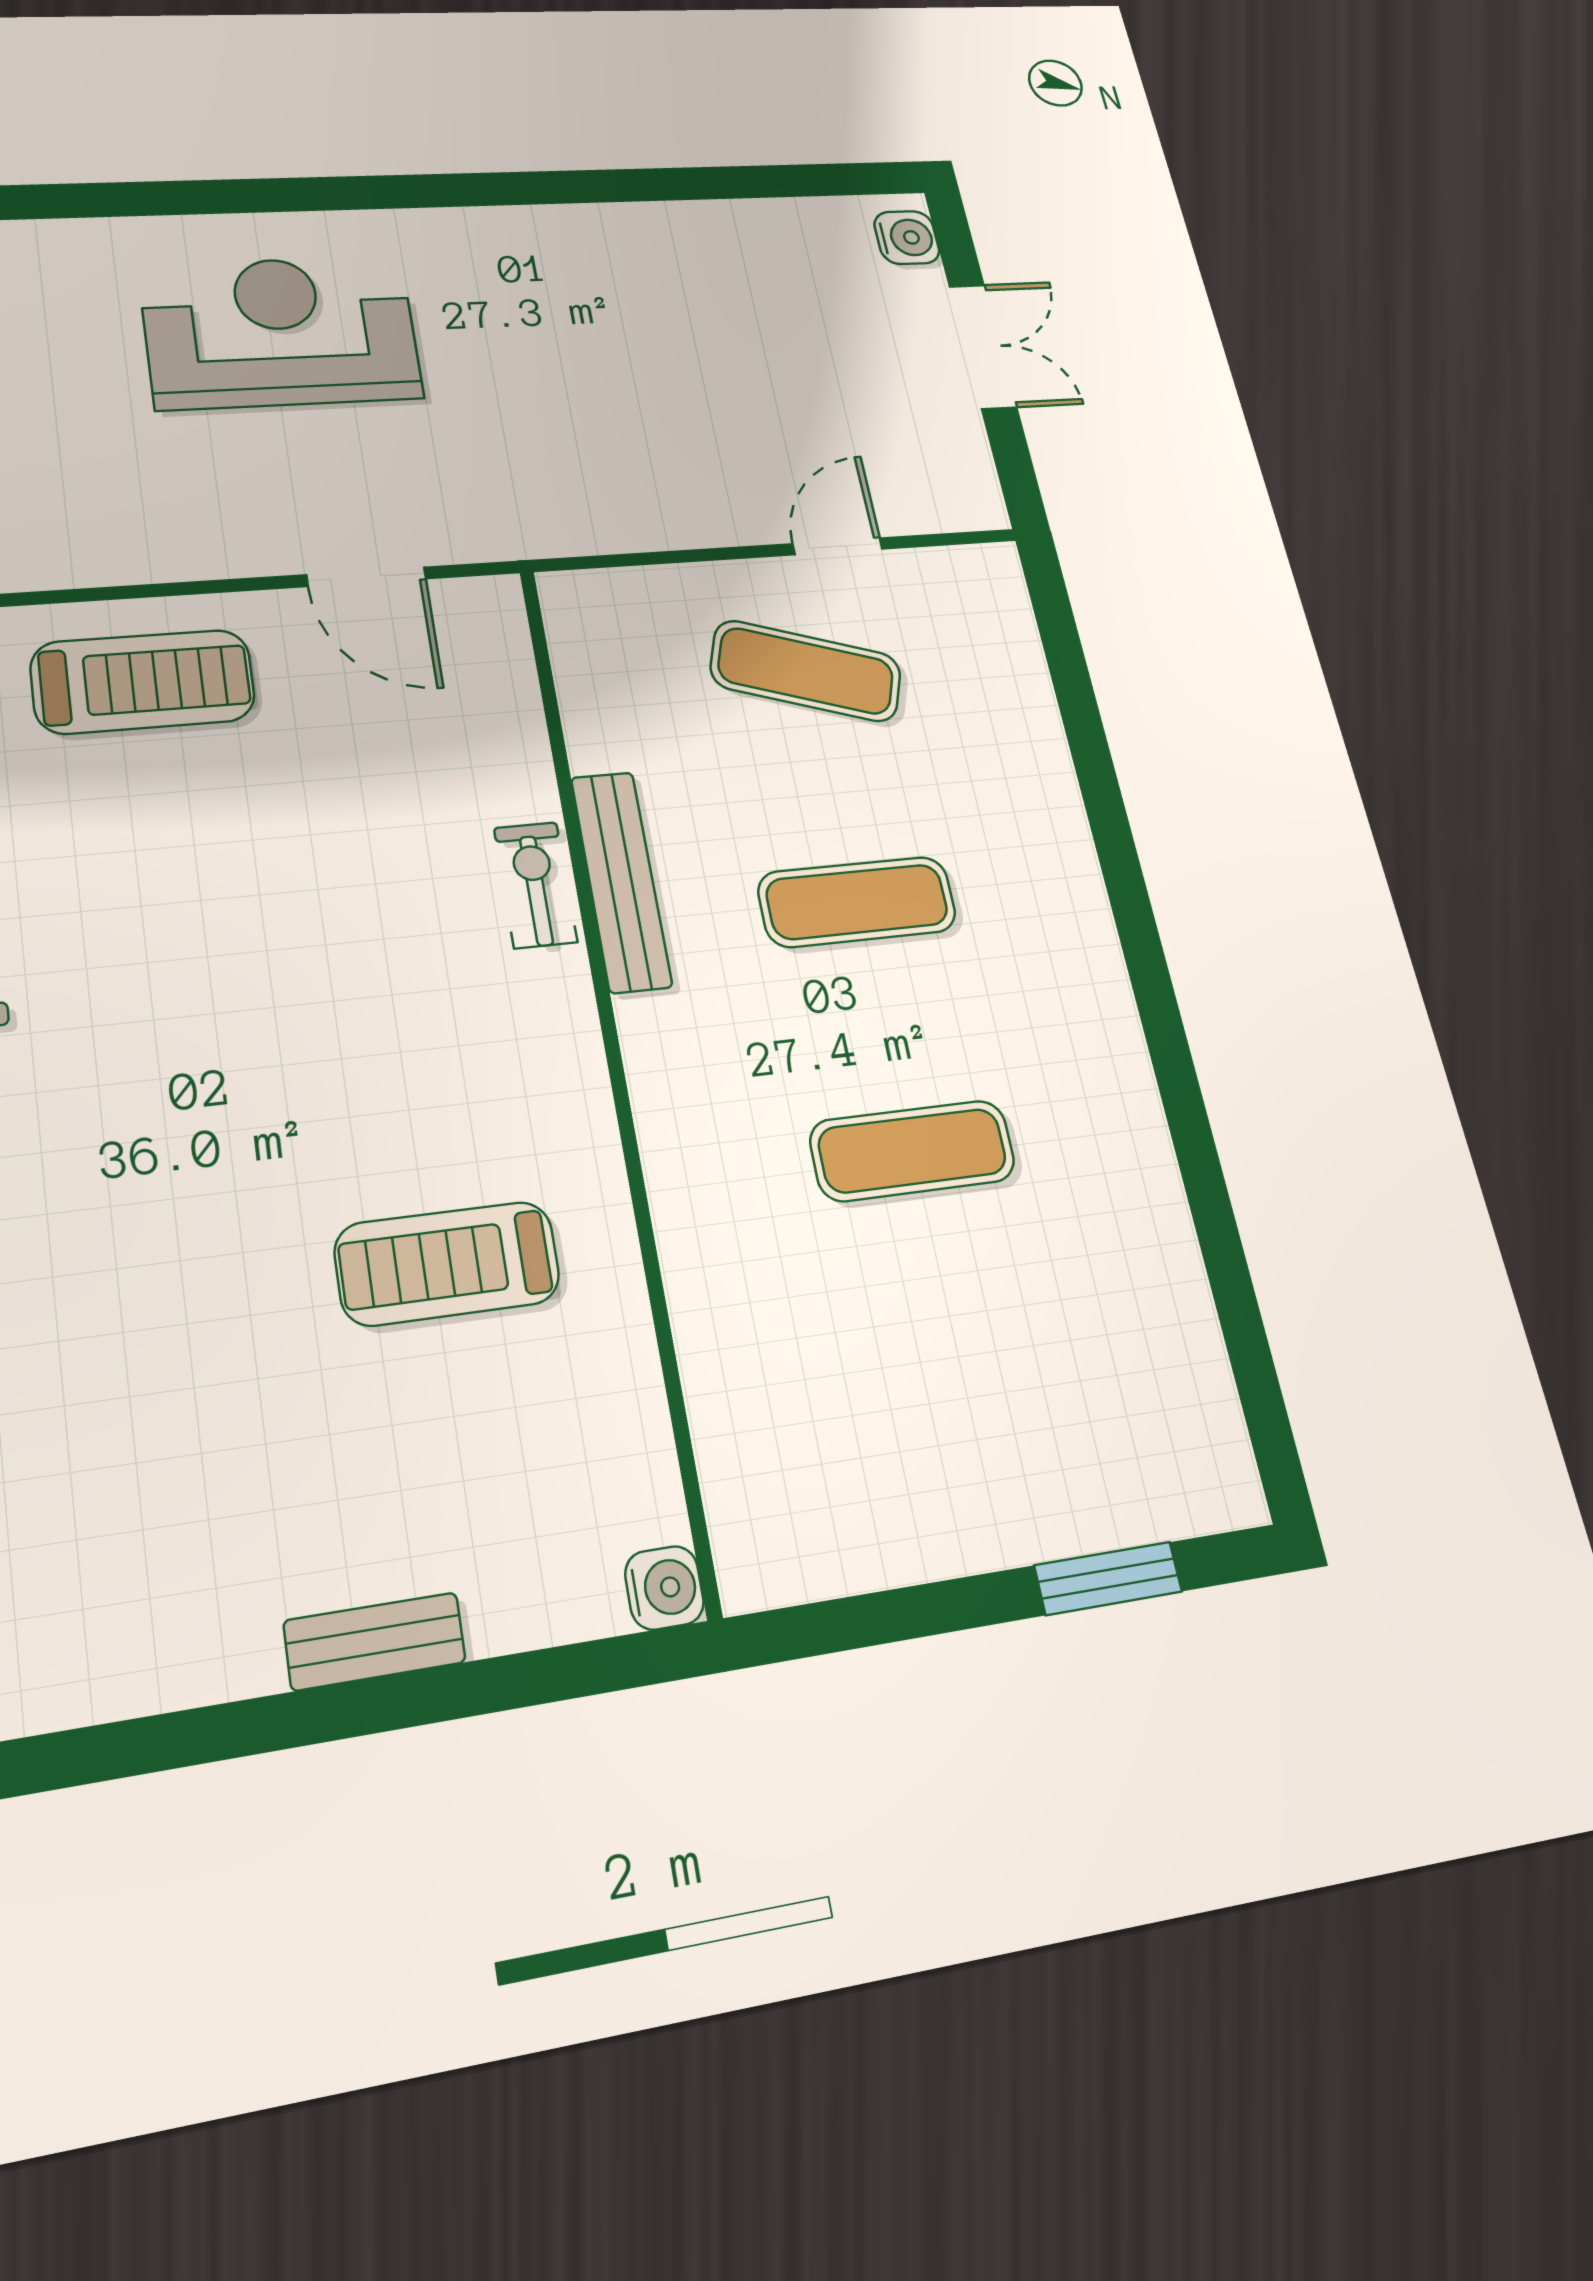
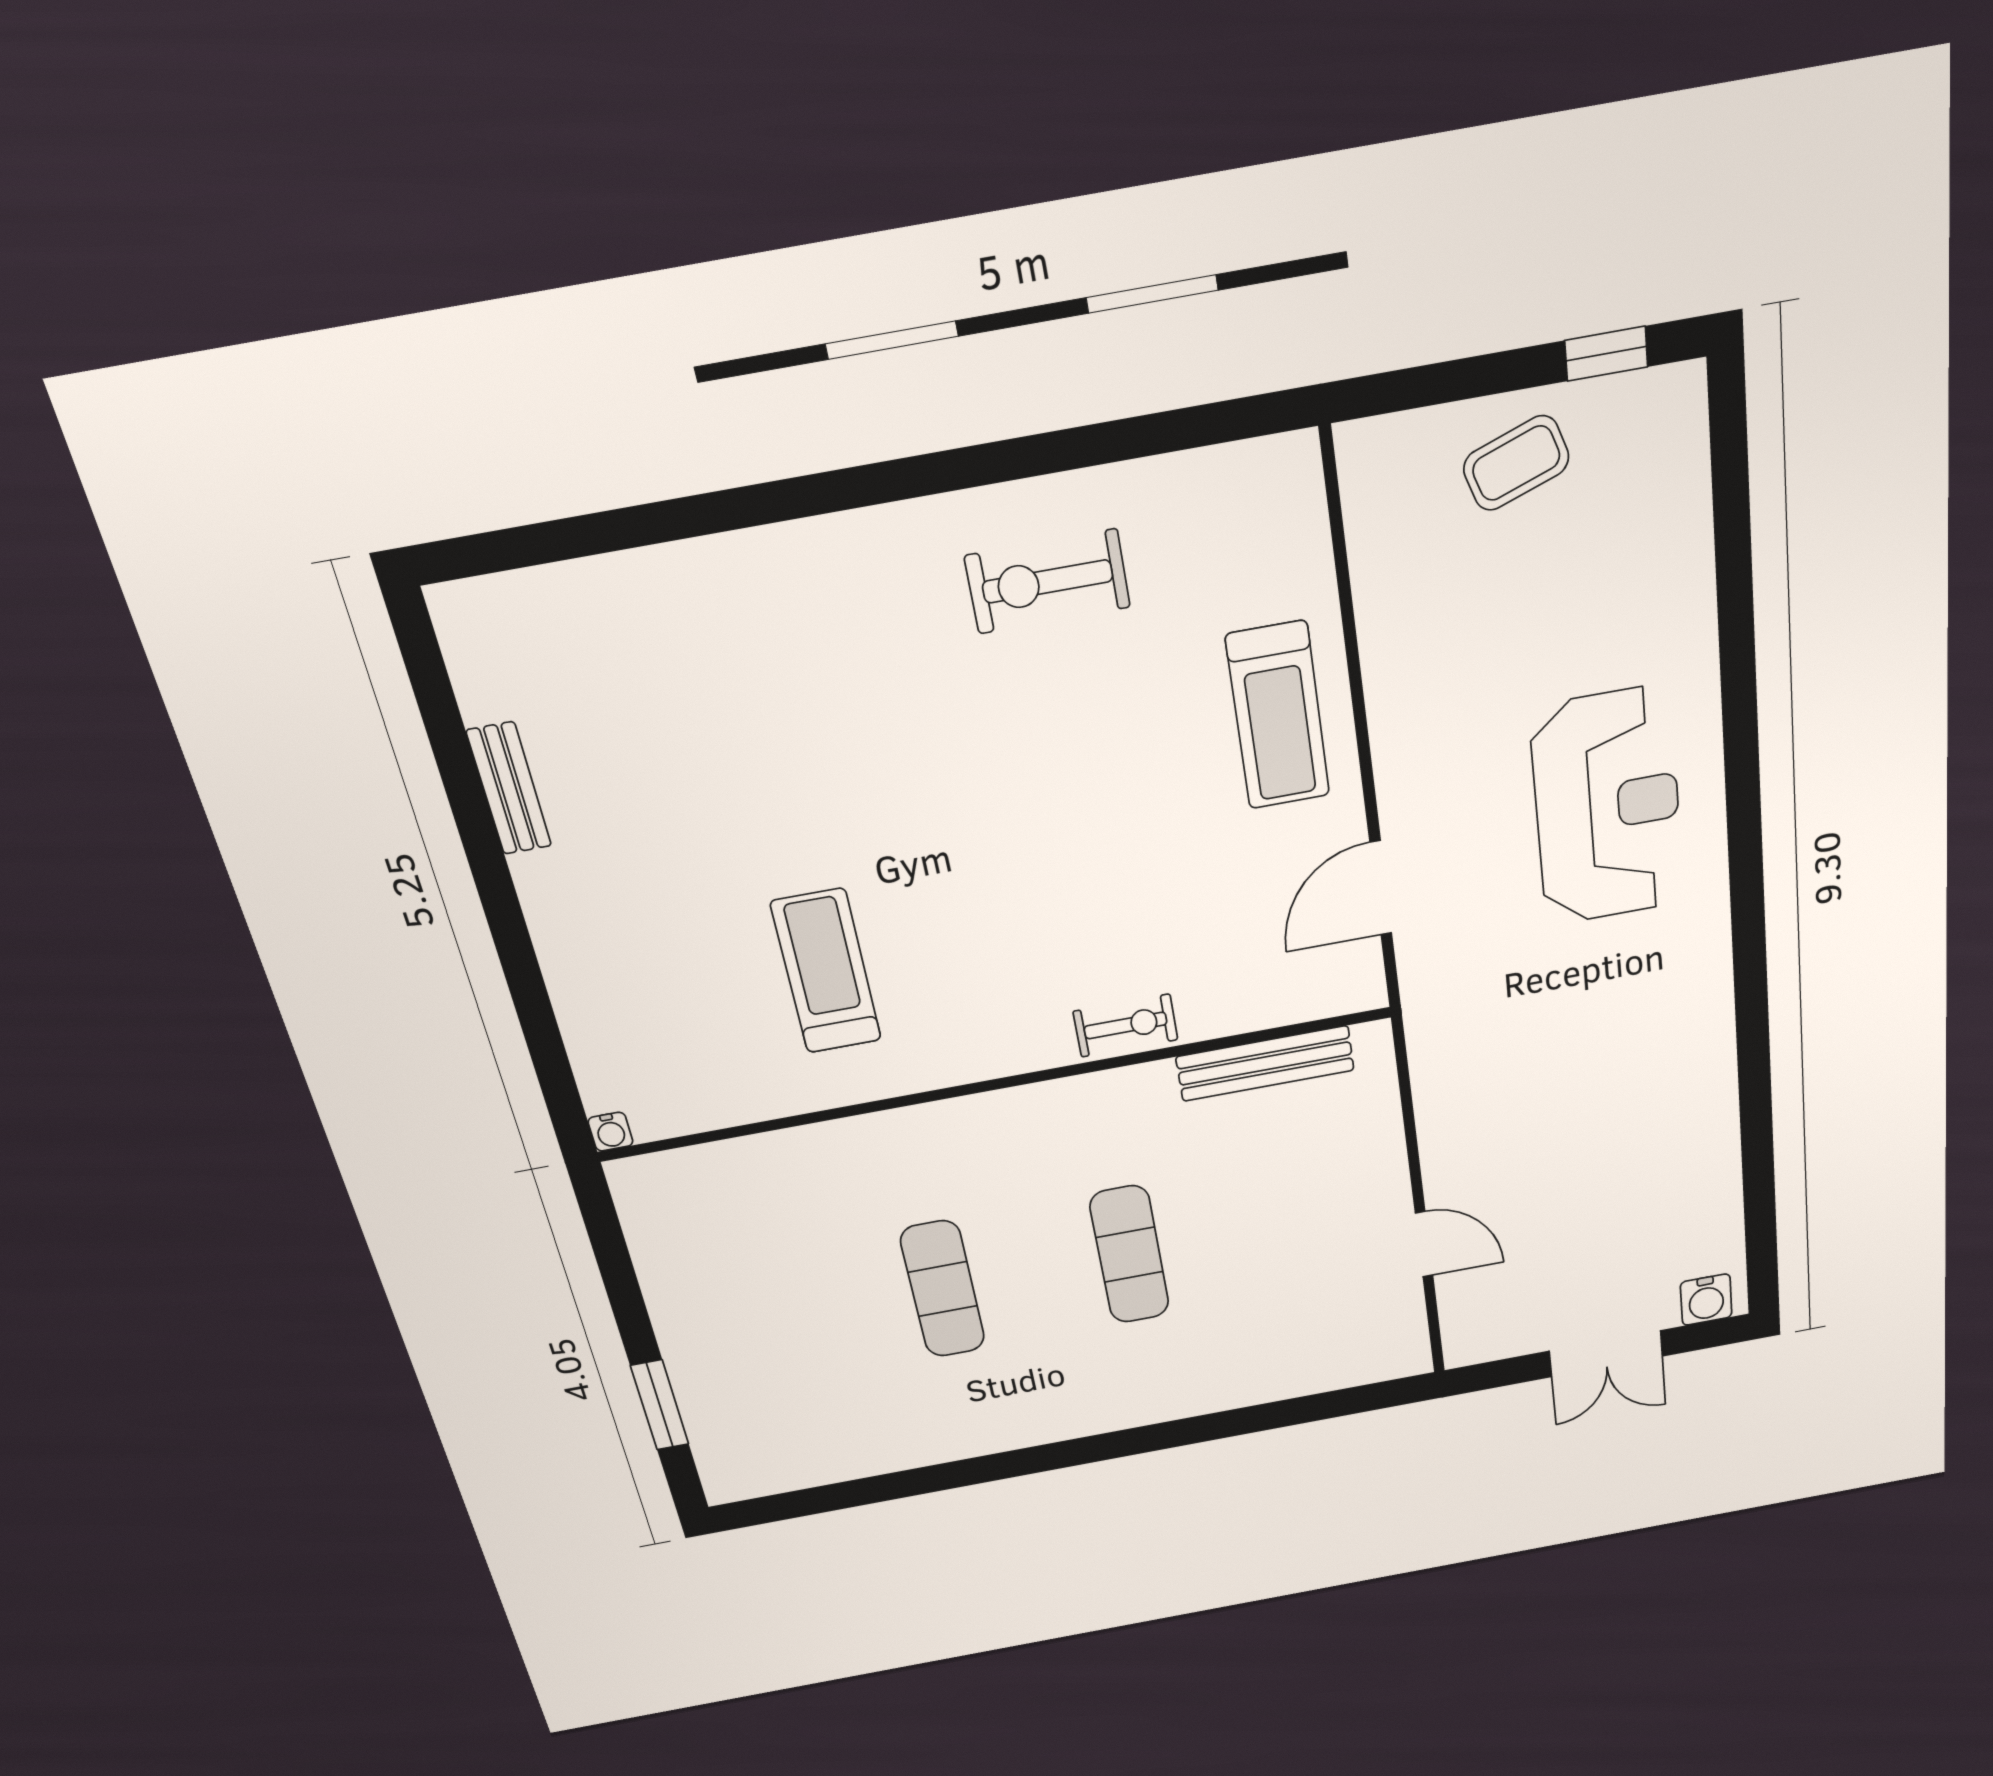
exercise mat: (806, 671) -> (1316, 1220), removed
bench: (621, 881) -> (1265, 1063), moved
water cooler: (664, 1588) -> (610, 1132), width x0.72, depth x0.72
bench: (375, 1641) -> (509, 788), moved

